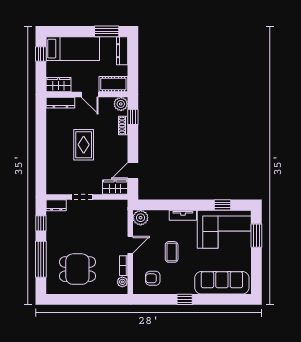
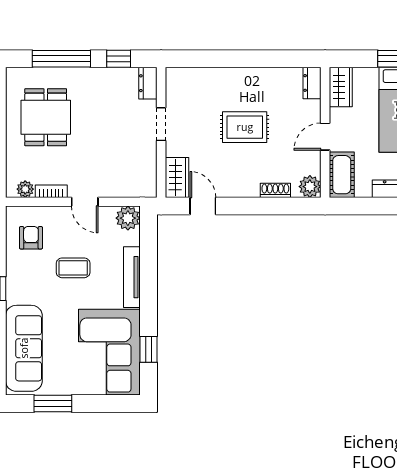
dresser: (60, 103) -> (312, 83), width x0.70
window: (133, 117) -> (289, 206), removed
tv unit: (183, 215) -> (132, 277), width x1.41
window: (256, 236) -> (53, 404), moved

